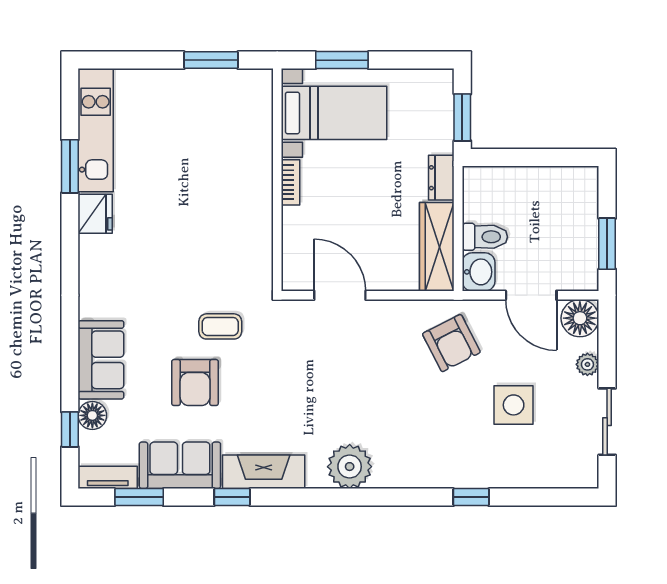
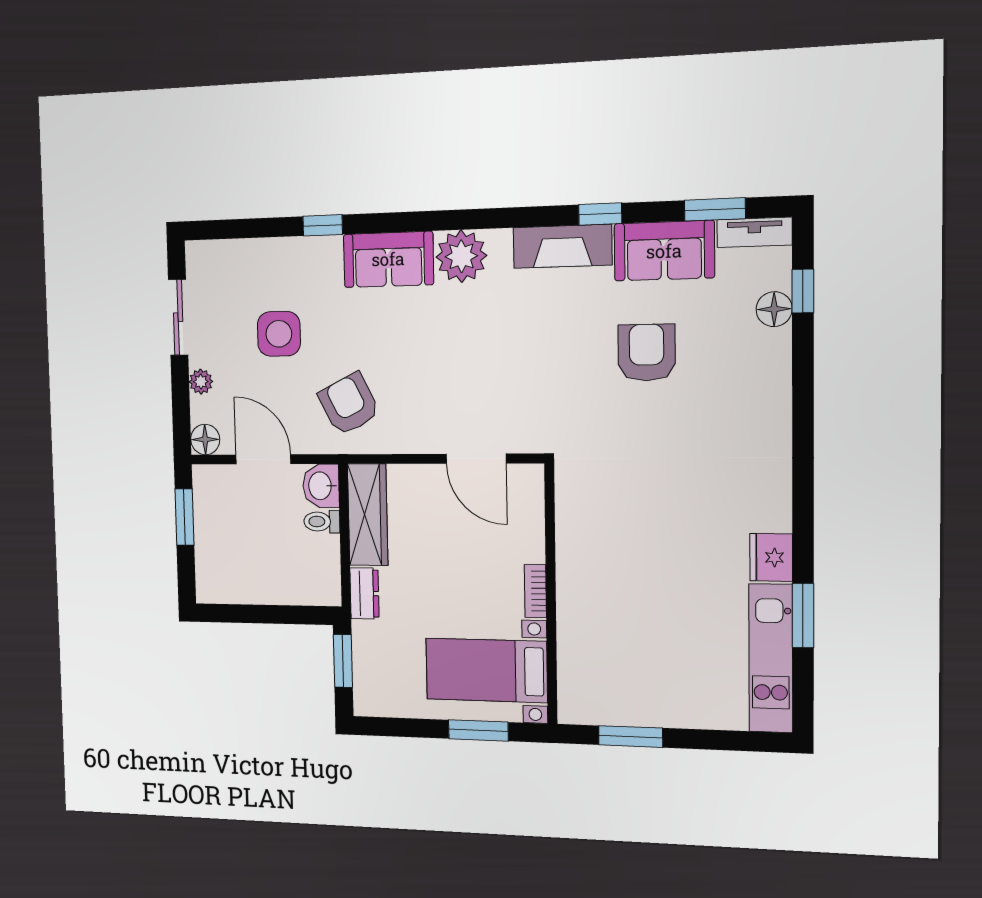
toilet: (485, 237) -> (322, 522), width x0.73, depth x0.72
floor lamp: (580, 318) -> (205, 439), width x0.73, depth x0.73
coffee table: (220, 326) -> (617, 421), removed
sofa: (101, 360) -> (388, 259), moved, turned -90

